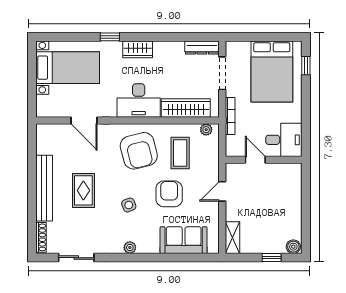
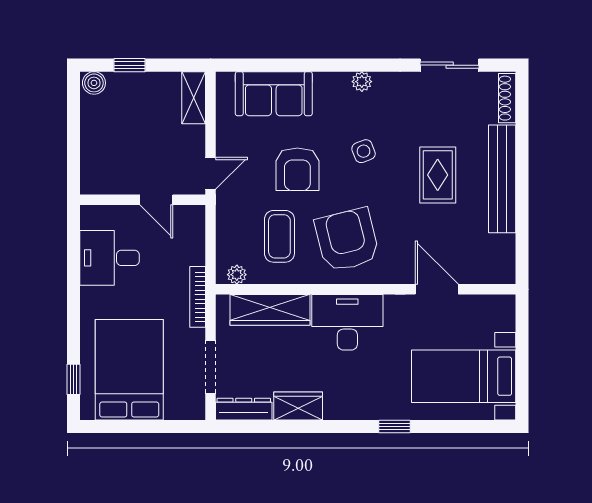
wardrobe: (138, 49) -> (298, 406), moved
door: (255, 160) -> (156, 200), moved
wall: (264, 160) -> (143, 200), moved

